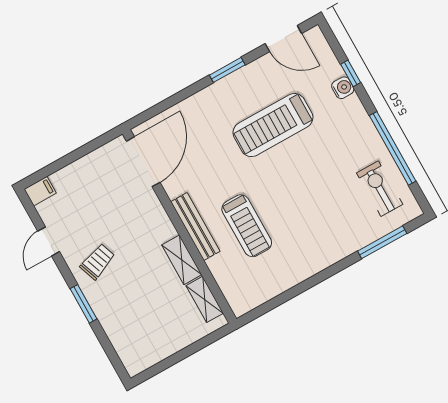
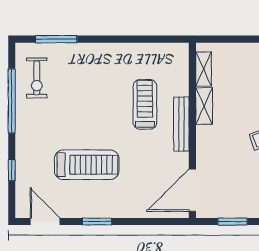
water cooler: (343, 88) -> (23, 163), removed
window: (81, 152) -> (233, 222), added

